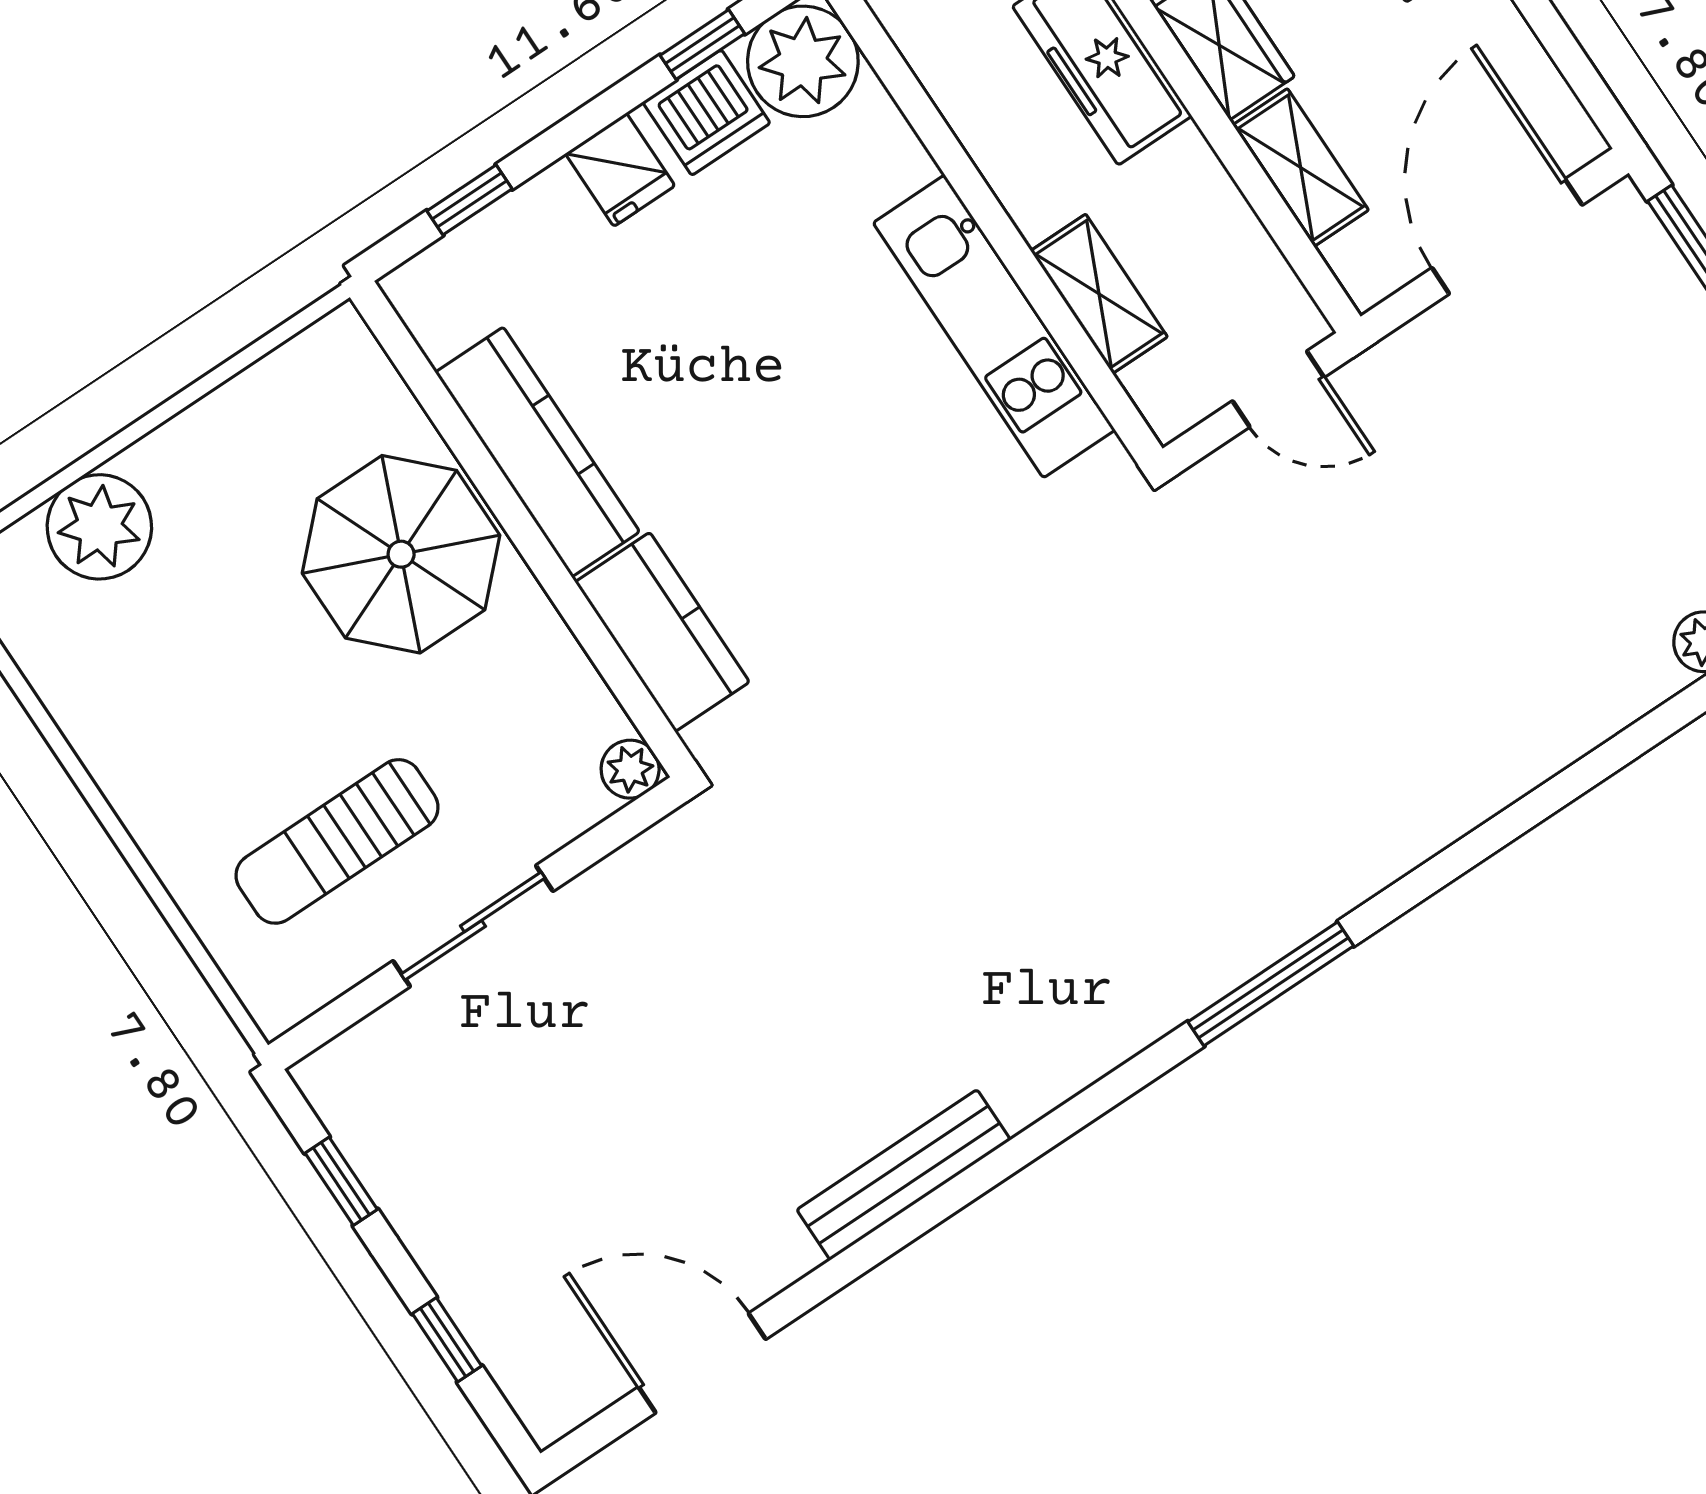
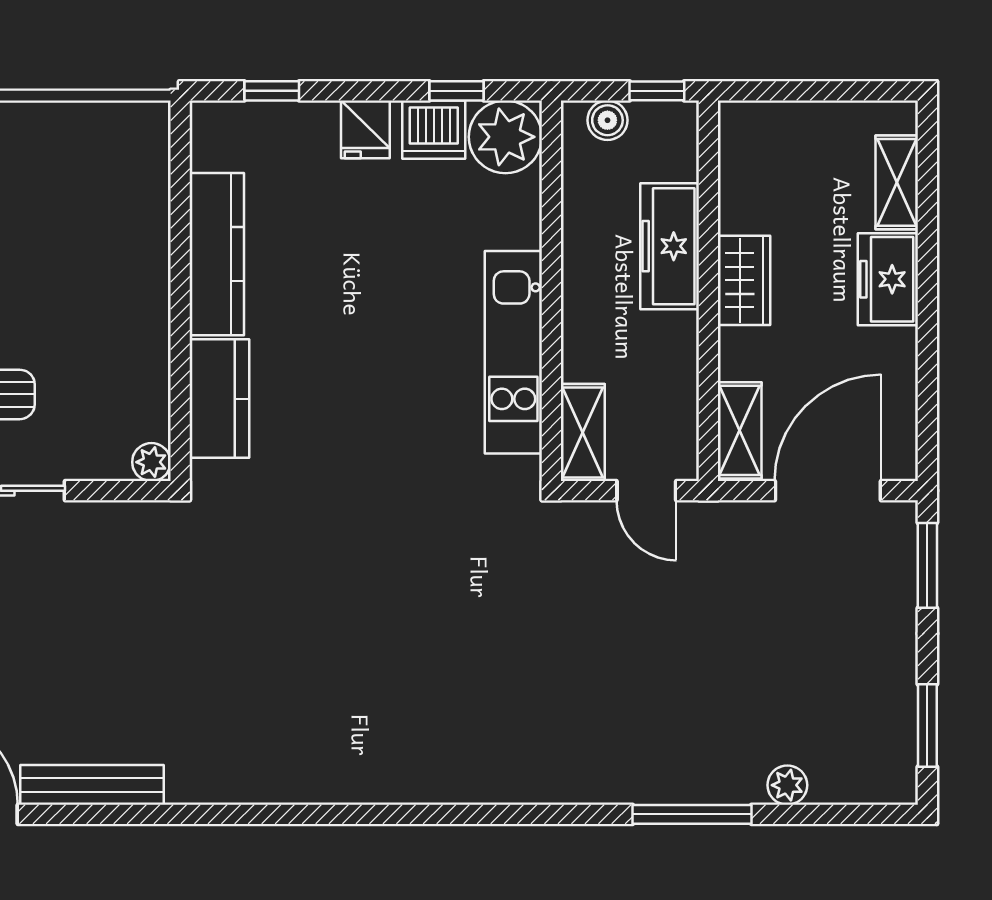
shelving: (1301, 168) -> (740, 430), moved
shelving: (1099, 294) -> (583, 432), moved
parasol: (401, 554) -> (104, 260), removed
window: (1271, 984) -> (692, 814), moved
bench: (904, 1175) -> (92, 785), moved

